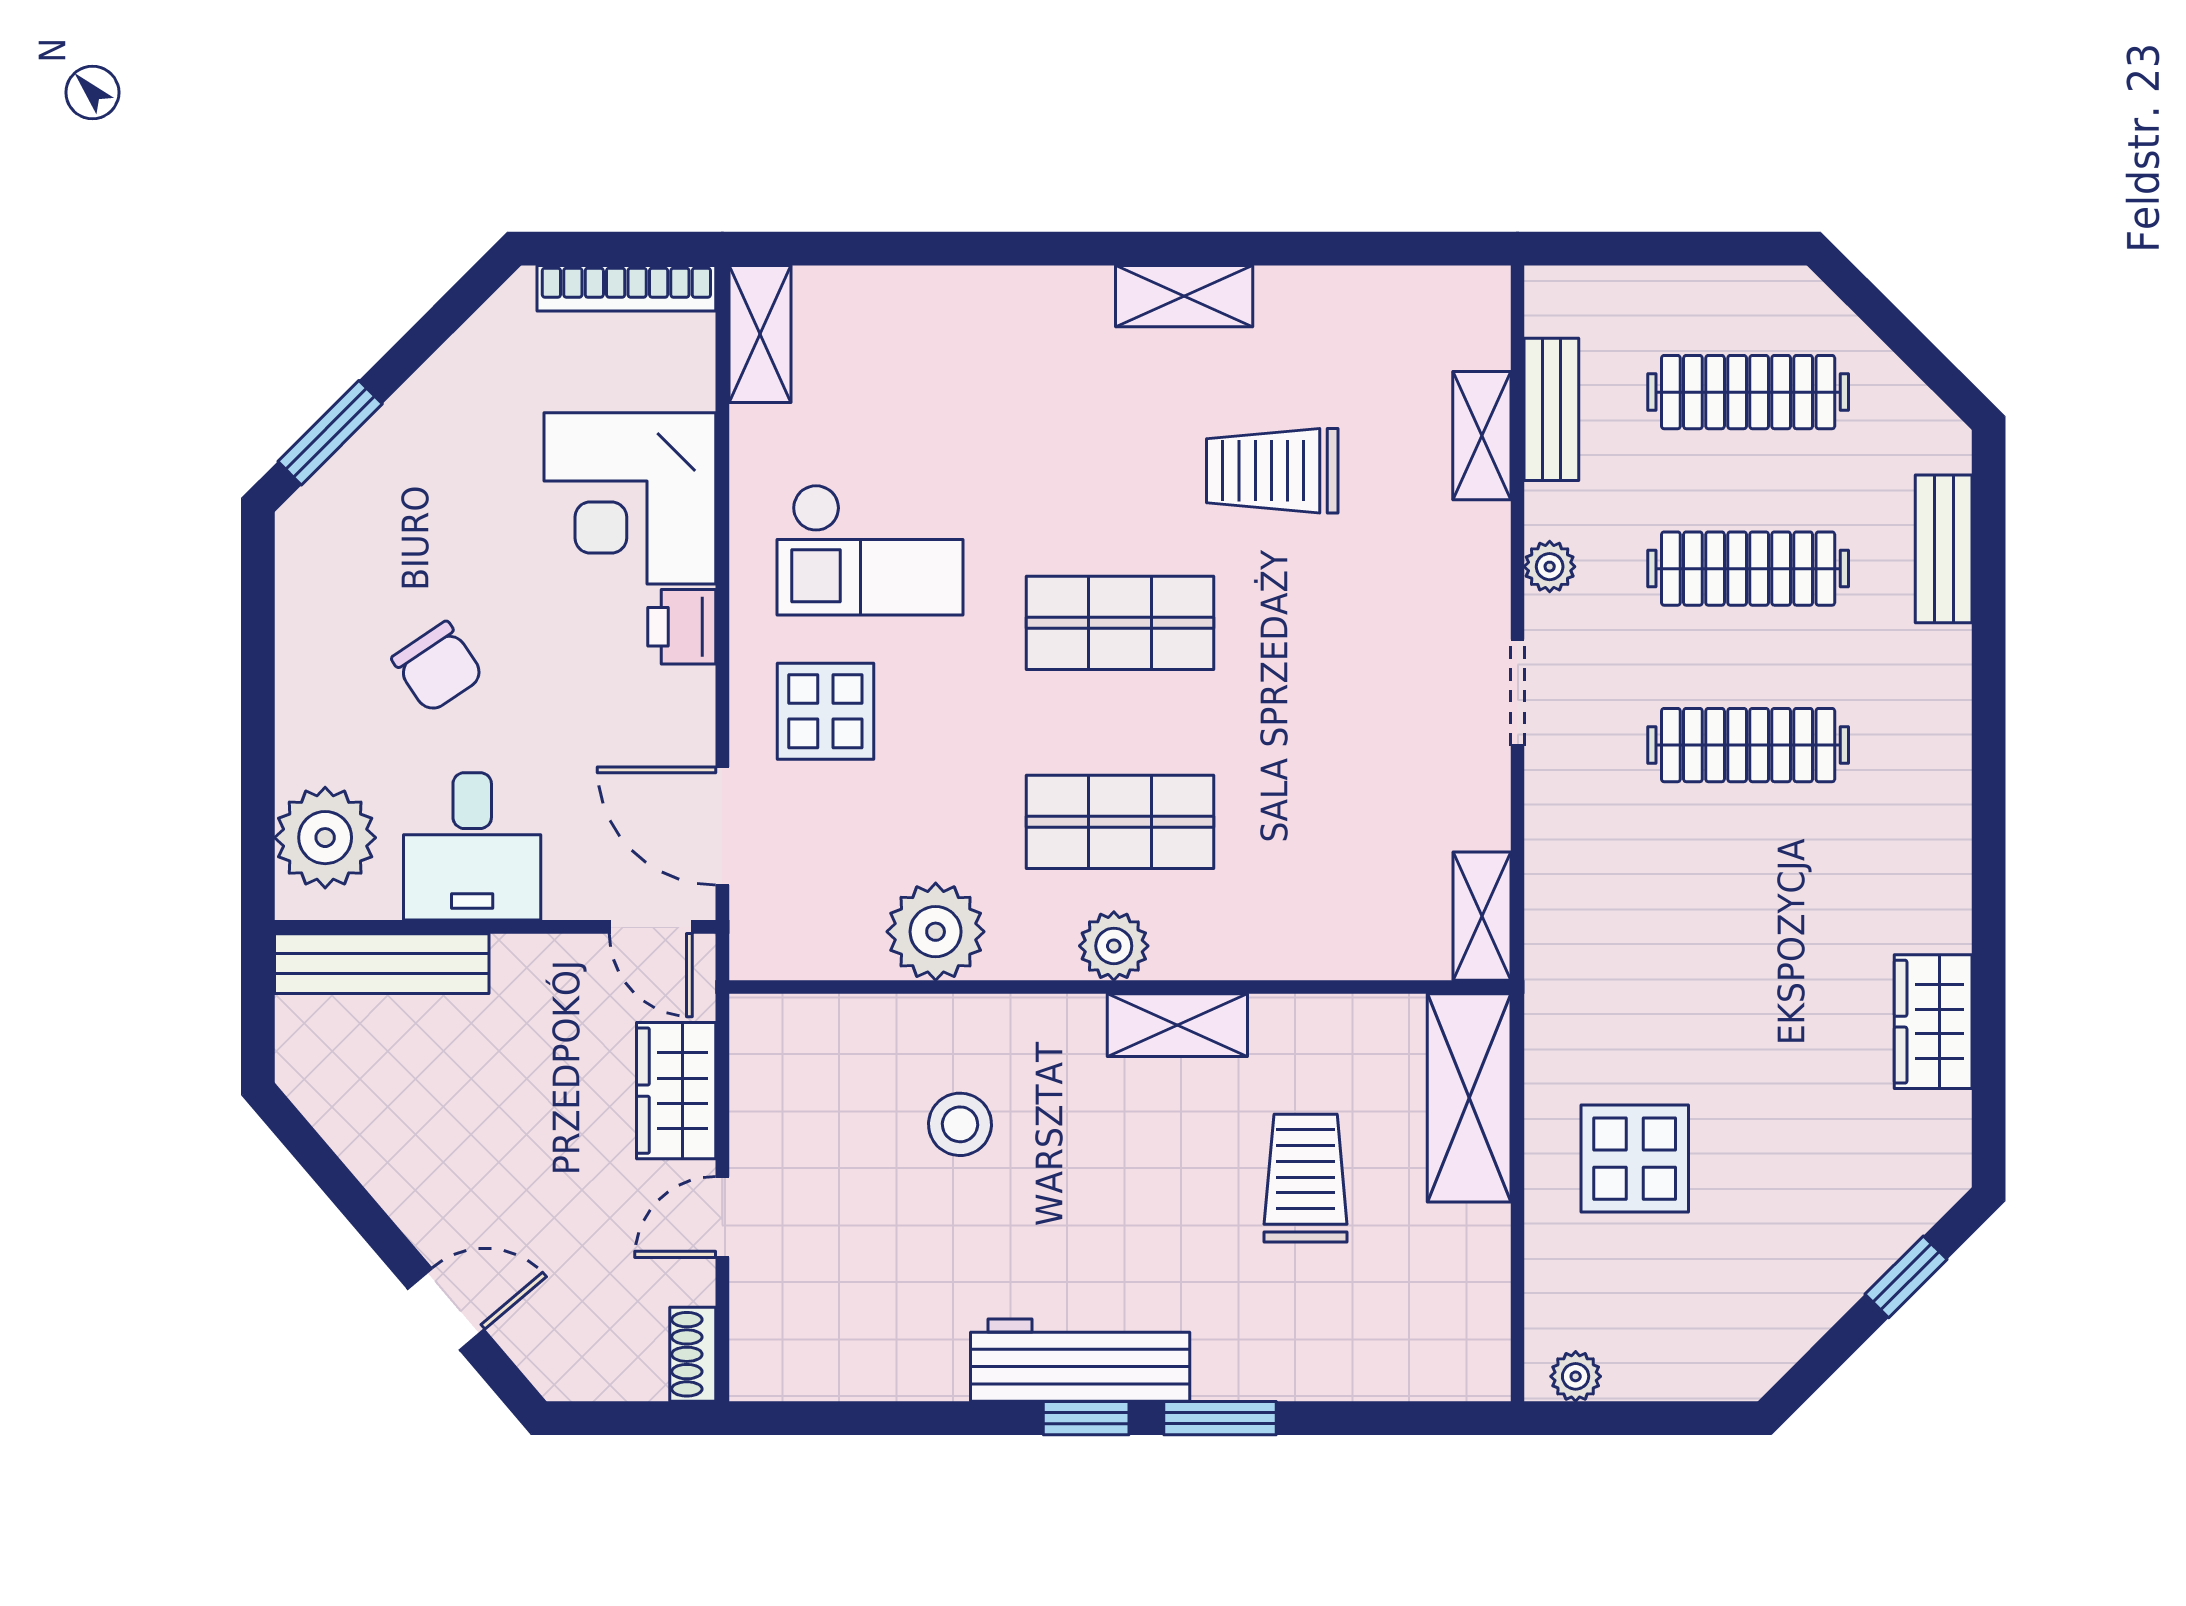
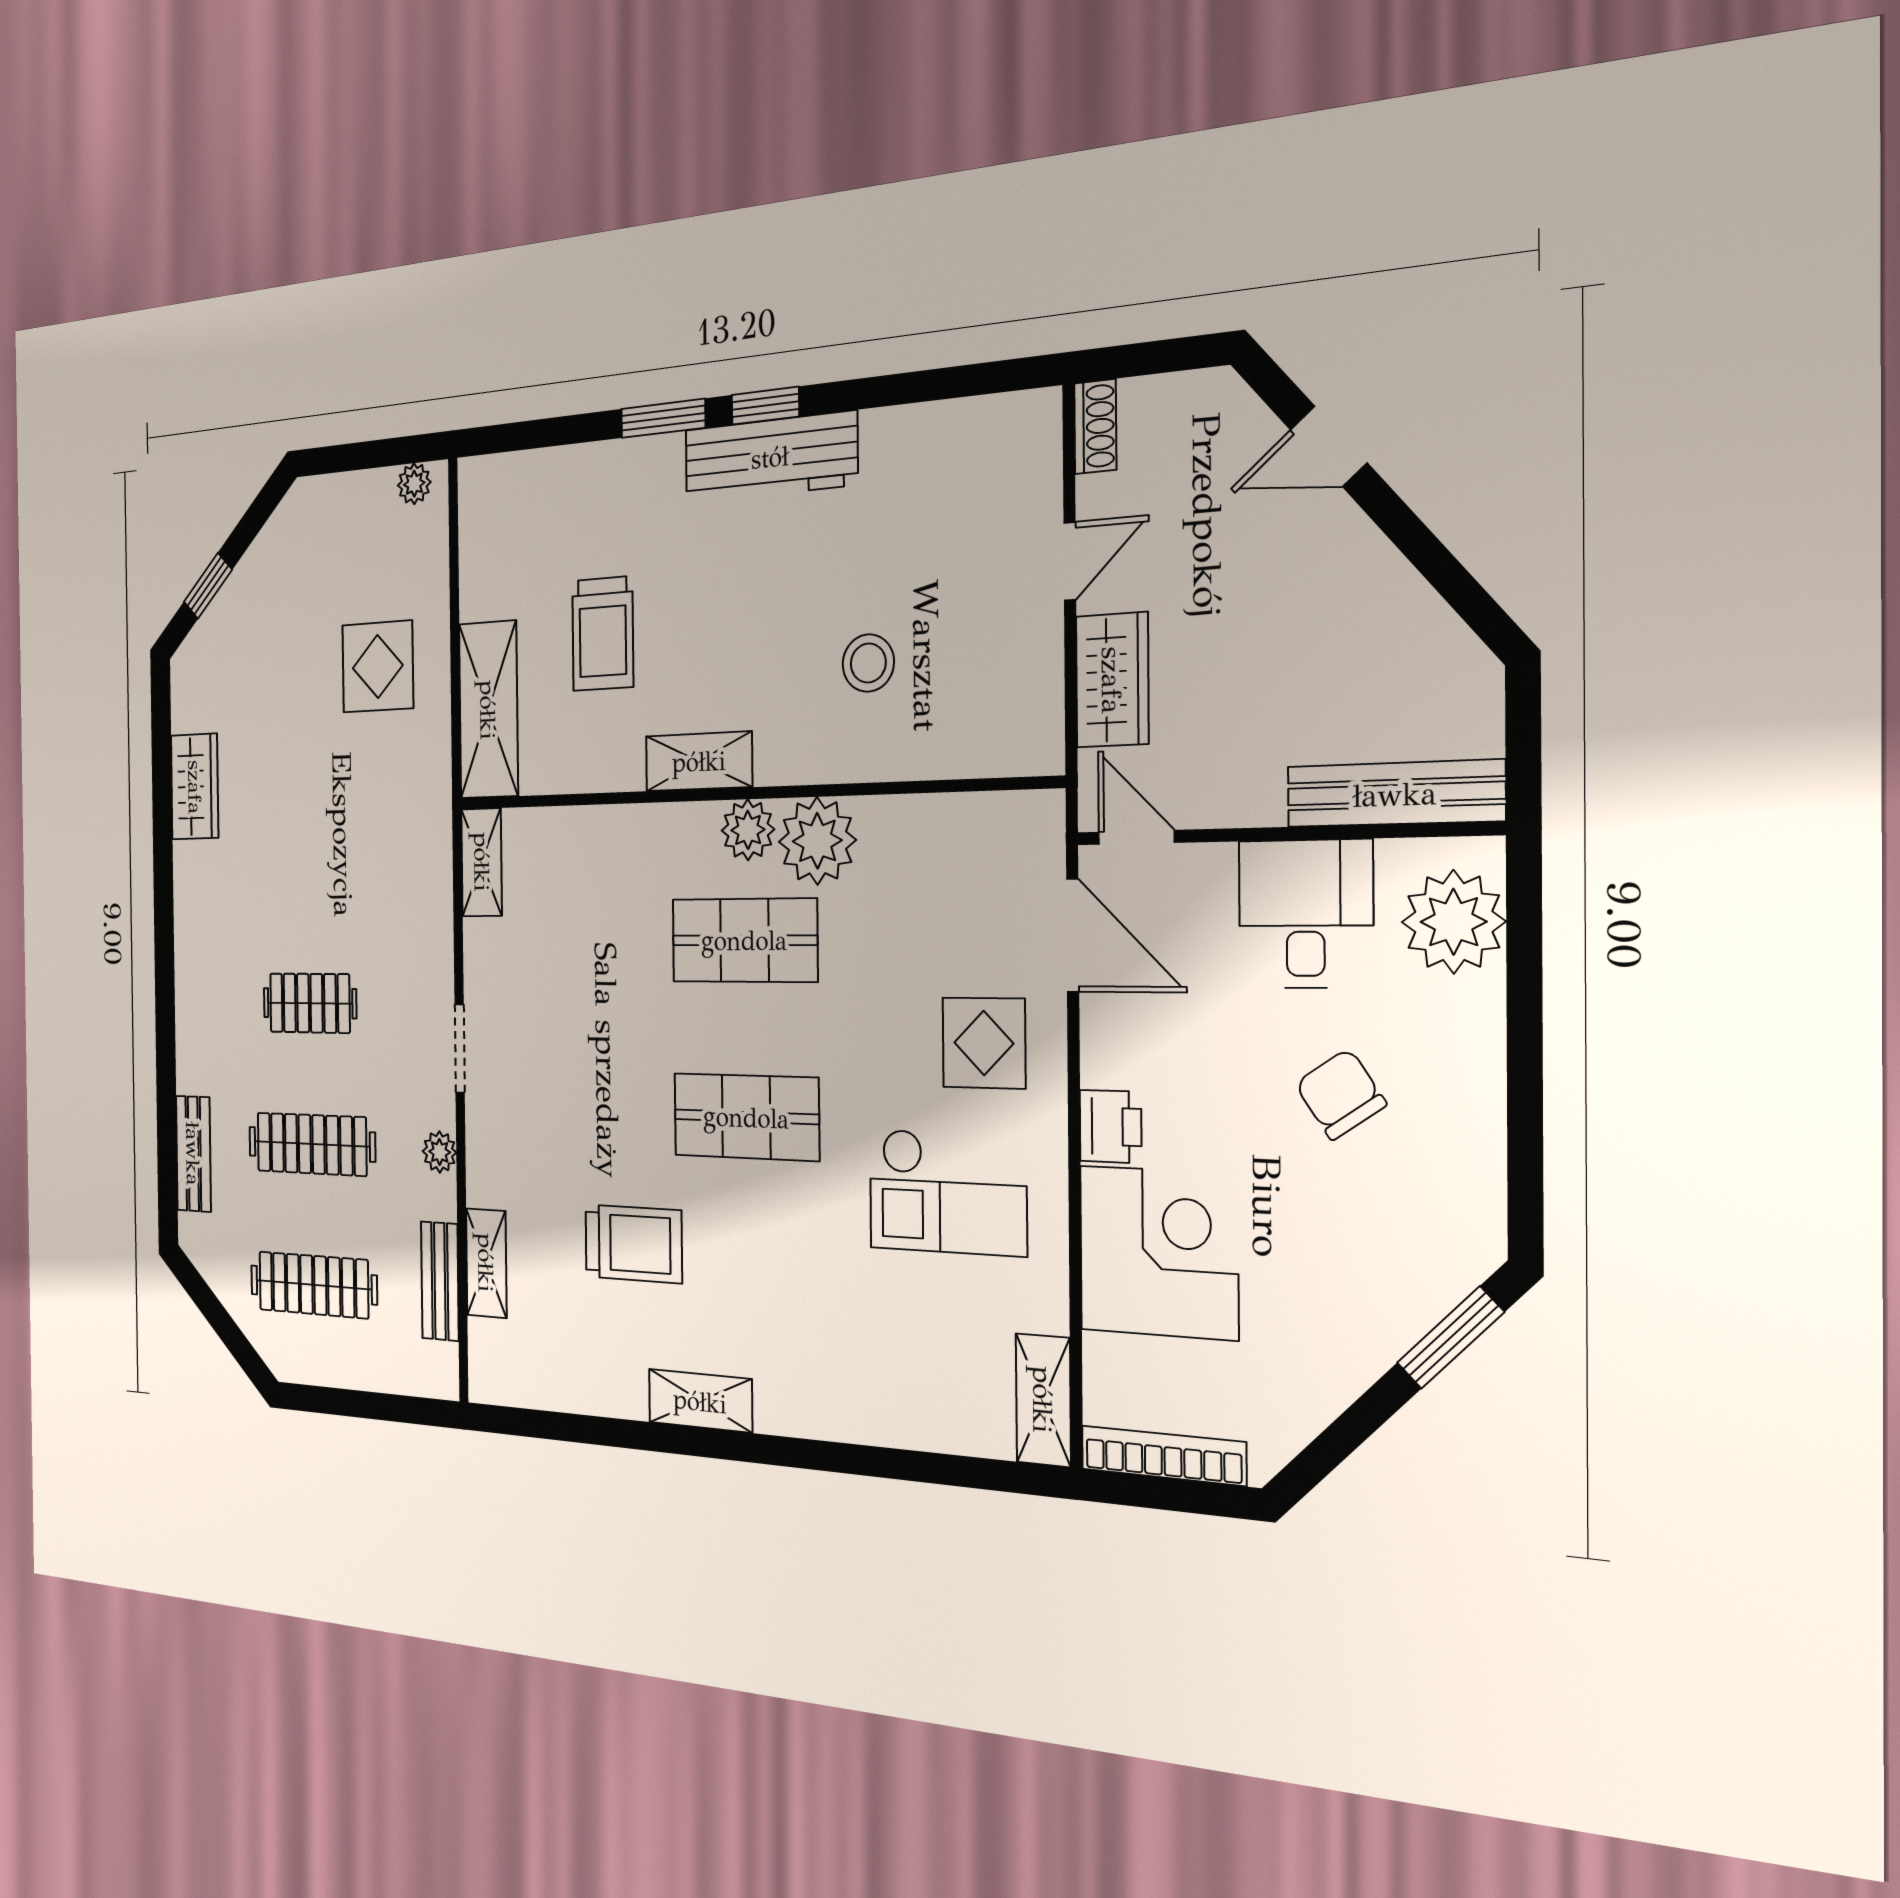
checkout: (870, 550) -> (947, 1192), turned 180
clothes rail: (1748, 745) -> (310, 1003), width x0.73
plant: (936, 932) -> (817, 841), moved

